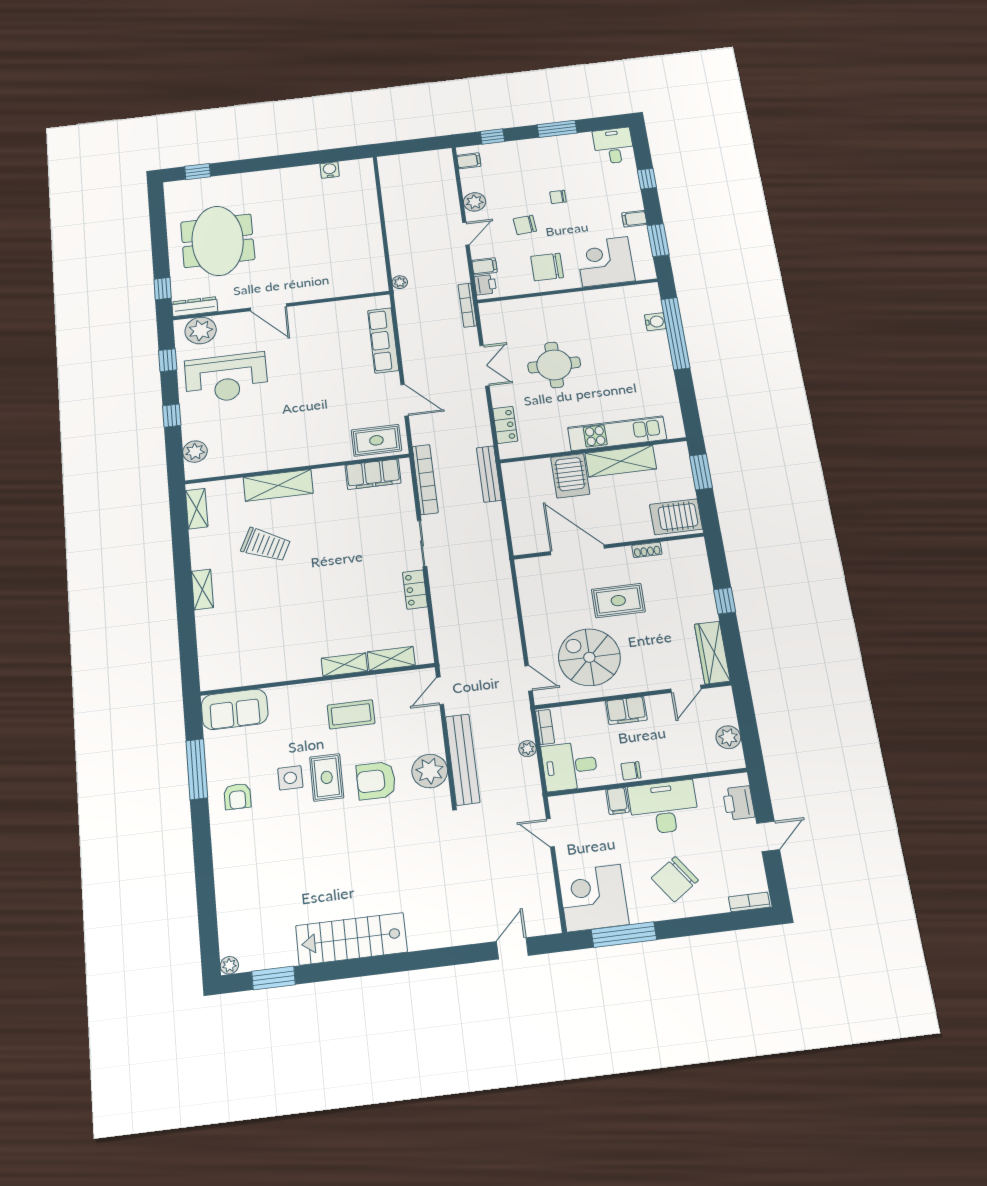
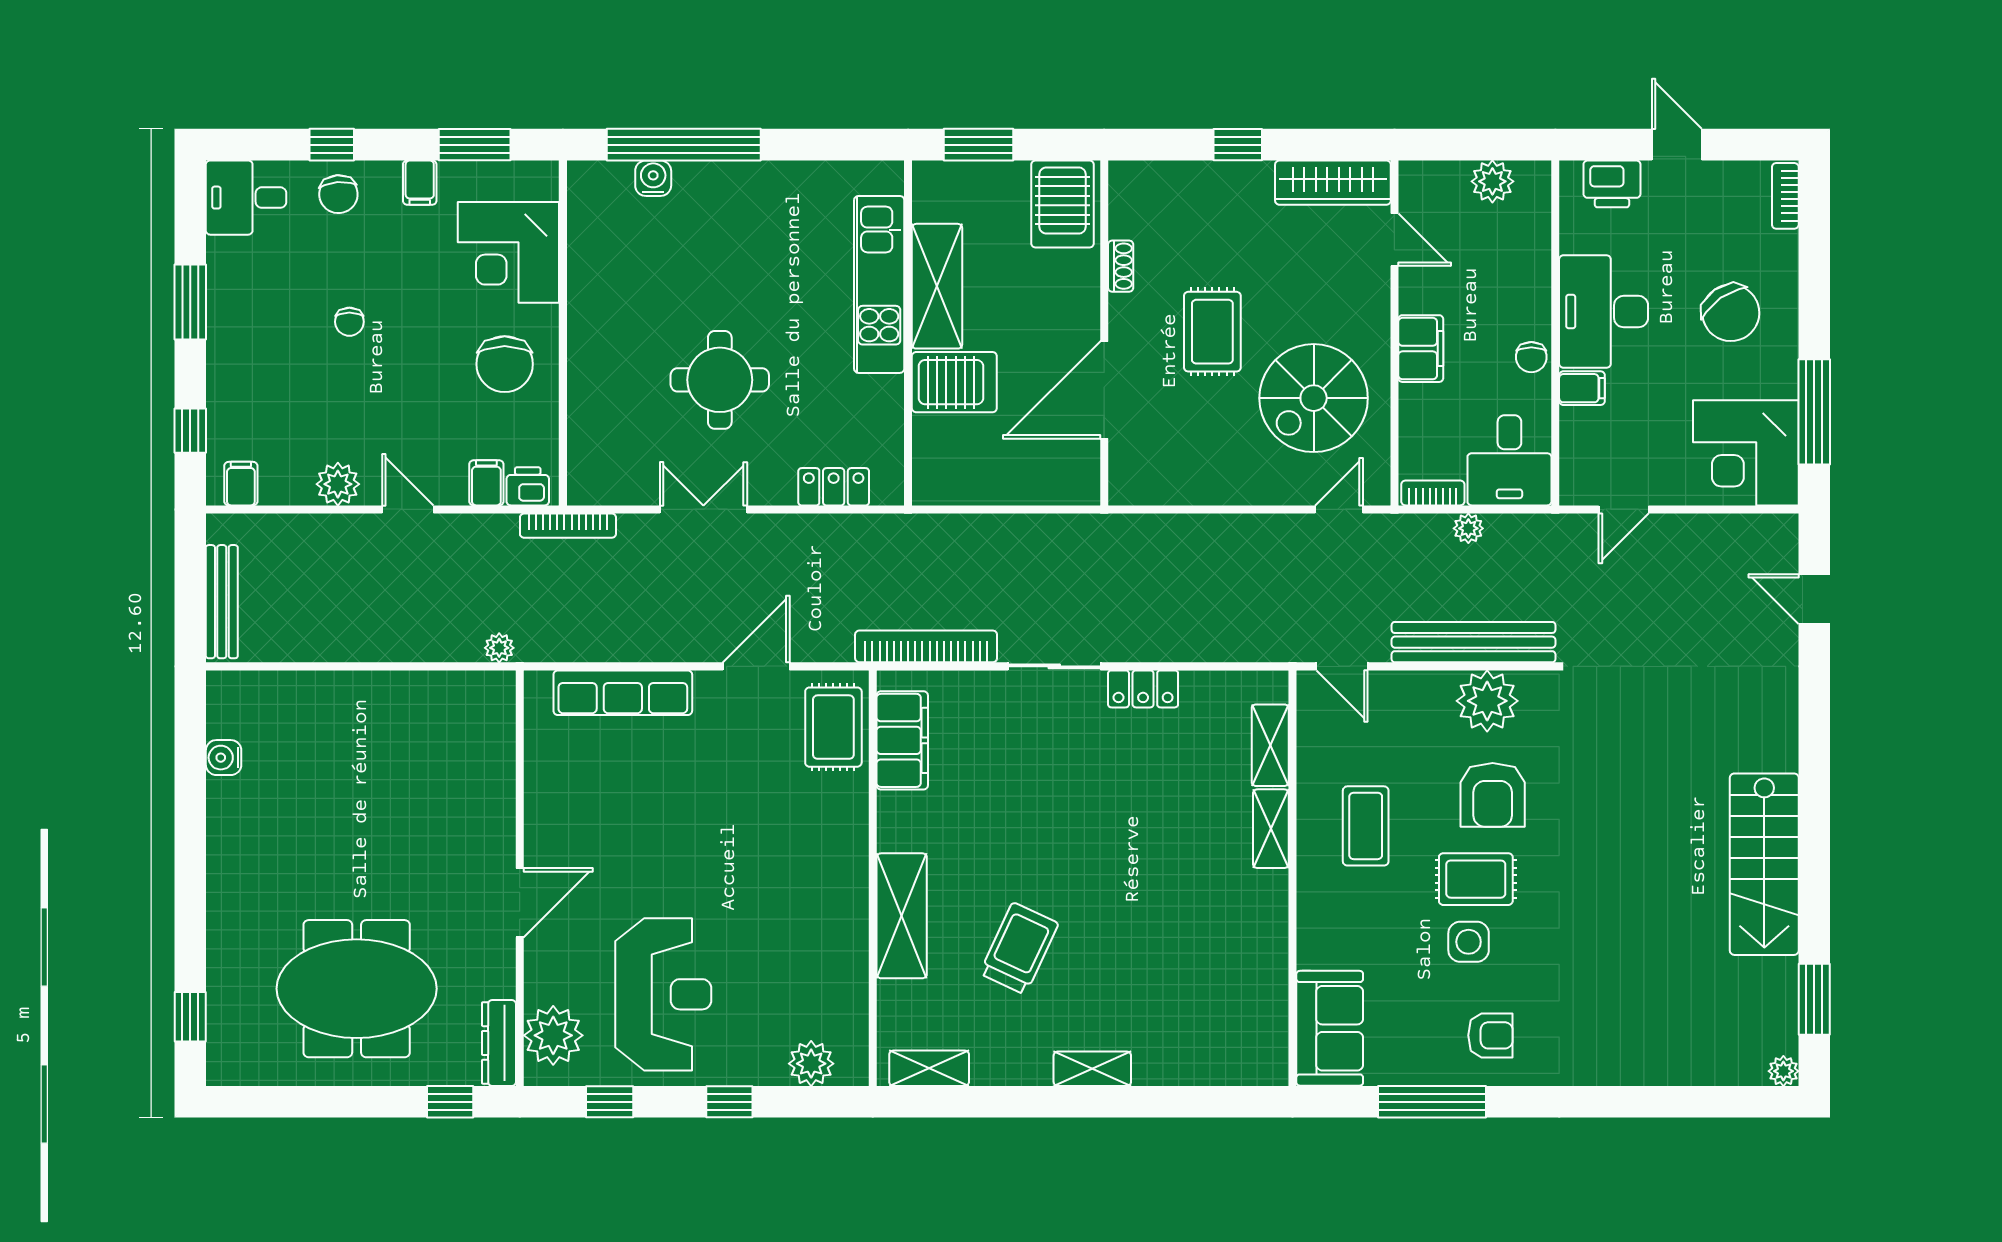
chair: (525, 225) -> (338, 194), moved
bench: (489, 474) -> (222, 602), moved, turned 90

